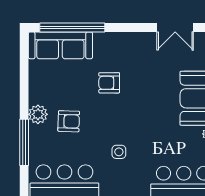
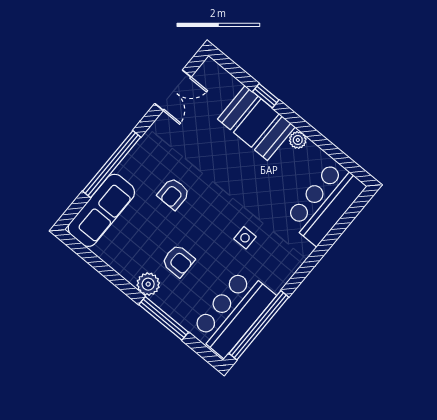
window: (72, 27) -> (112, 164), moved
armchair: (69, 121) -> (178, 261), turned 88

